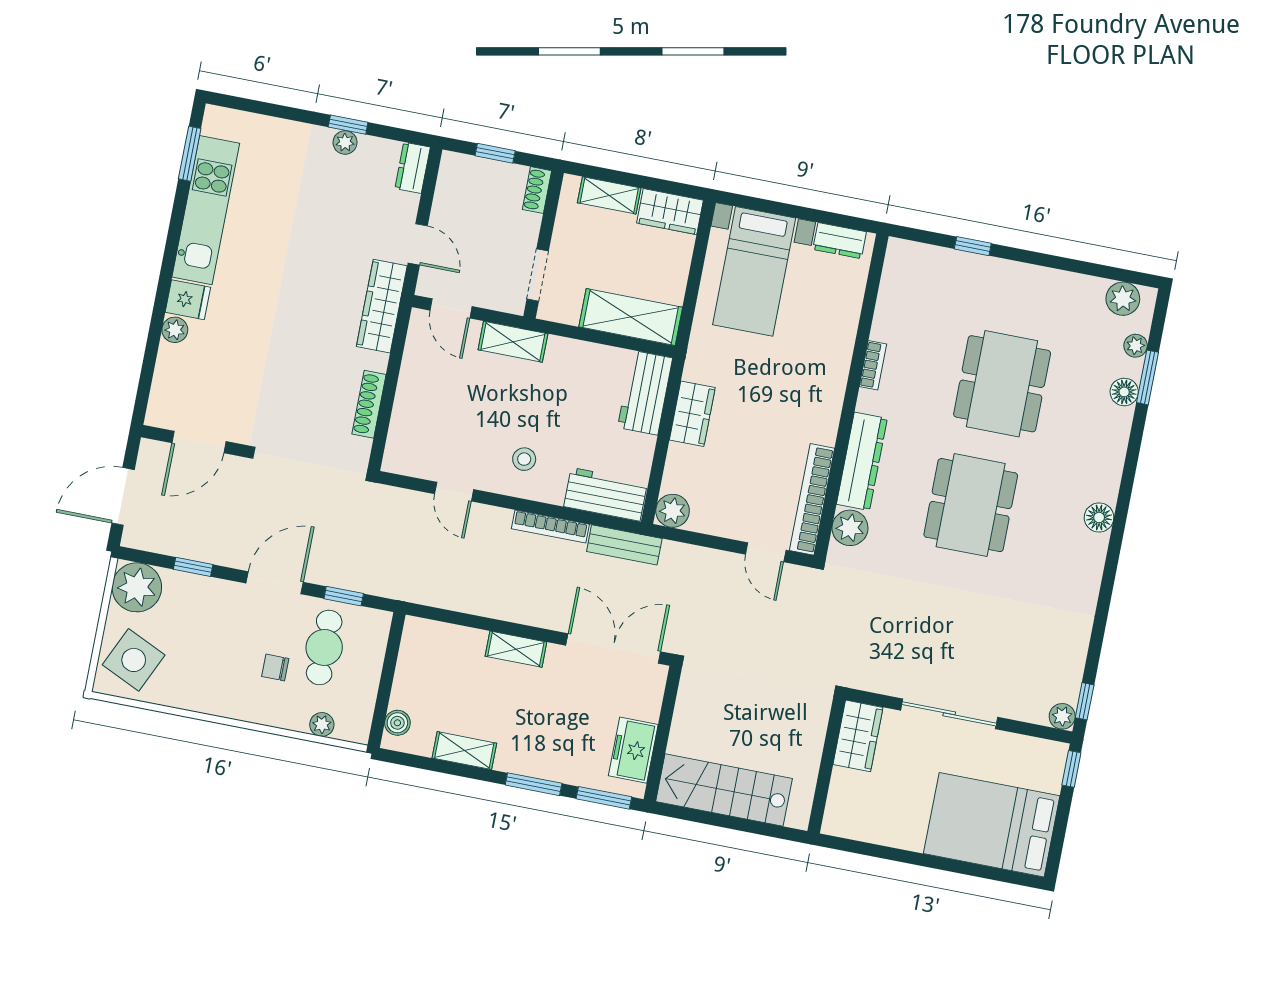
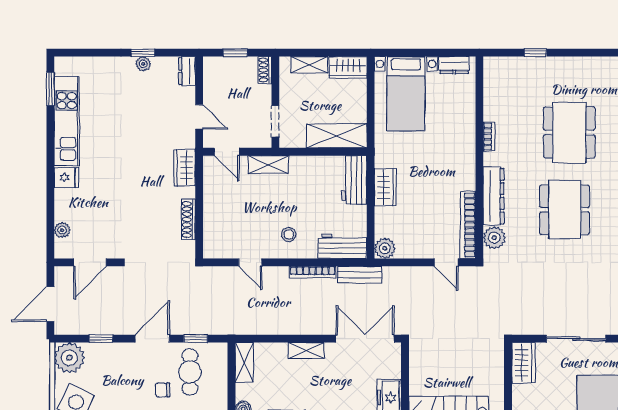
wardrobe: (382, 306) -> (185, 168), width x0.67
plant: (175, 330) -> (62, 230), moved
shelving: (414, 649) -> (244, 362), added

